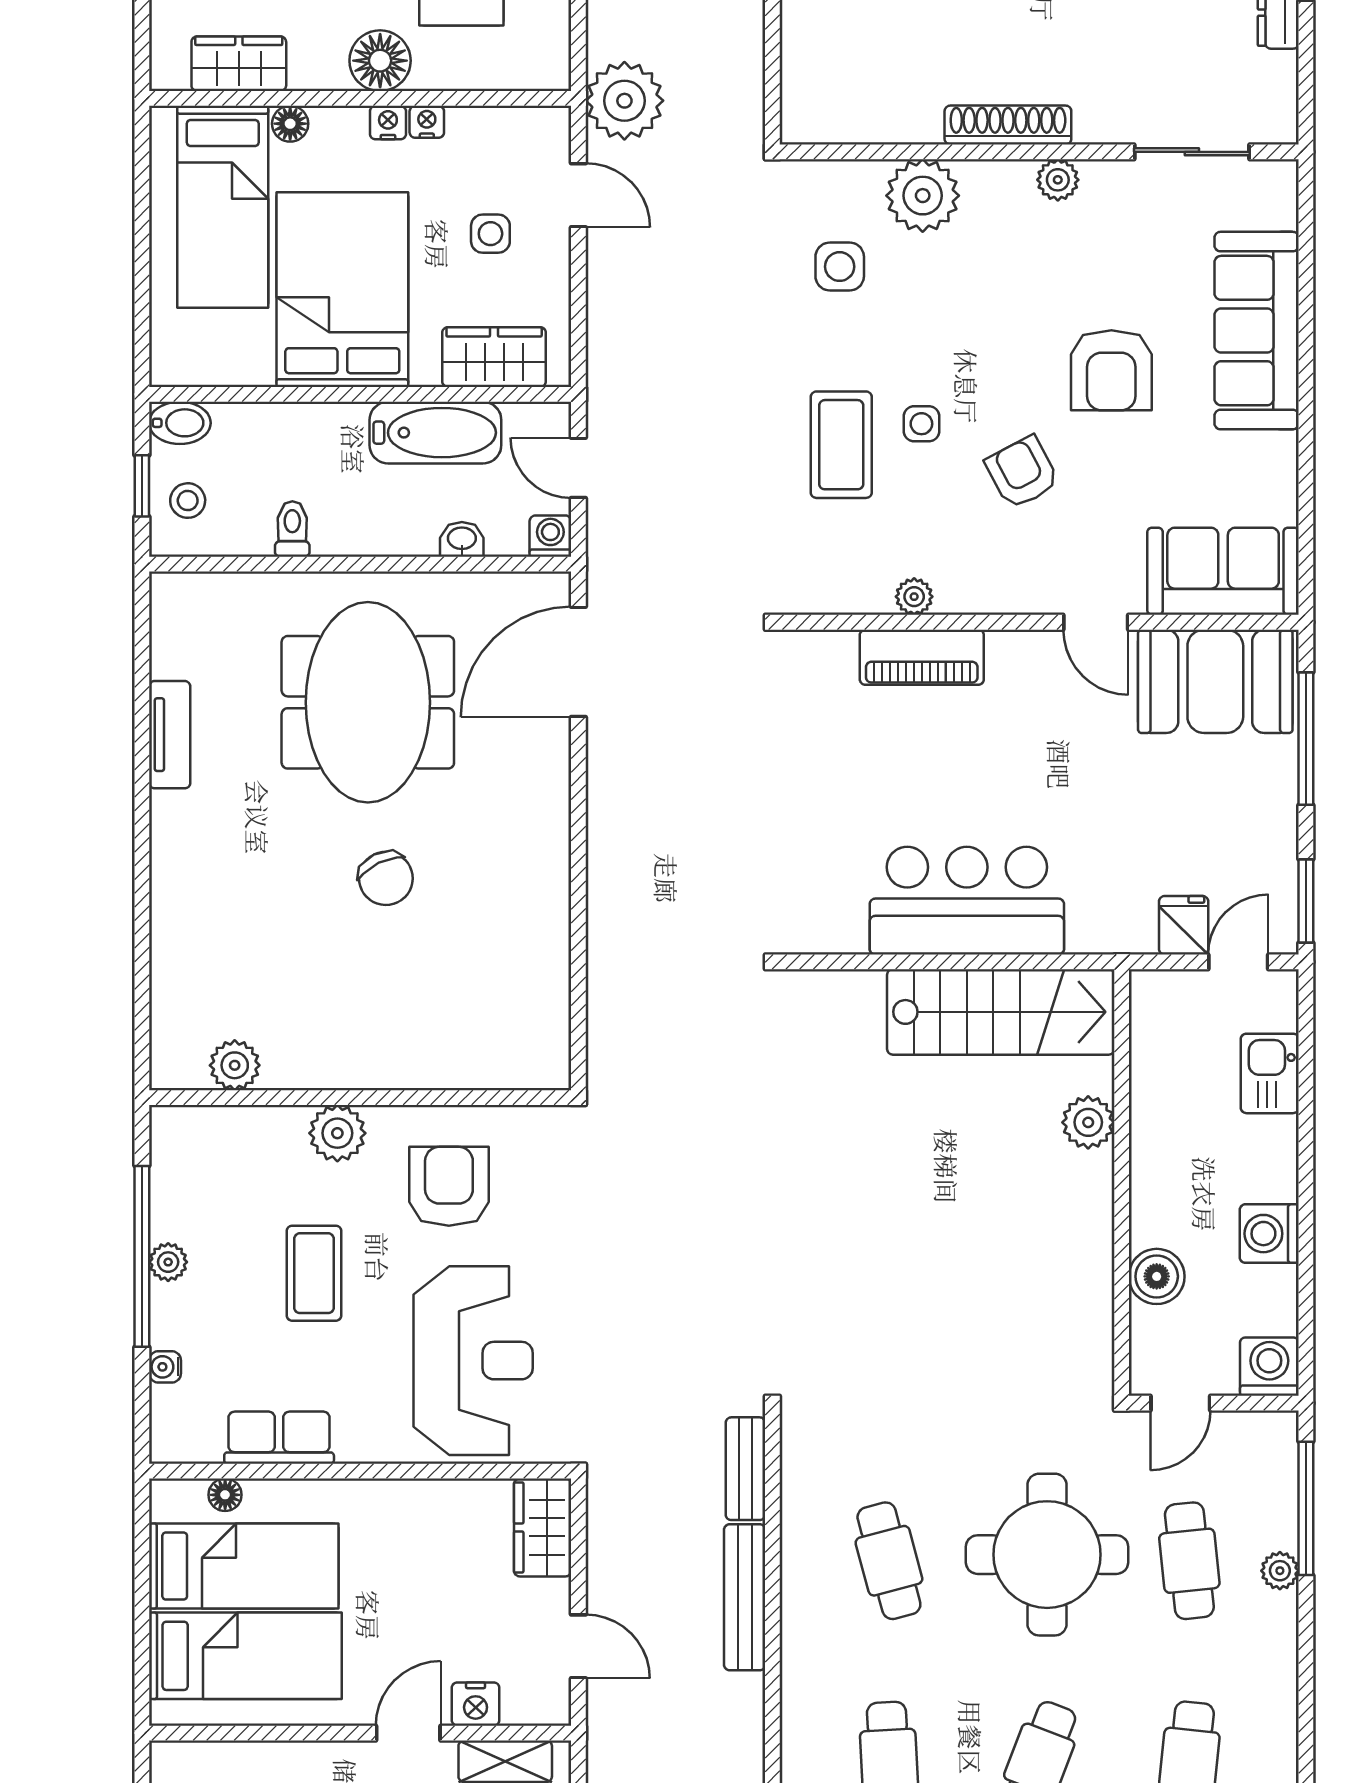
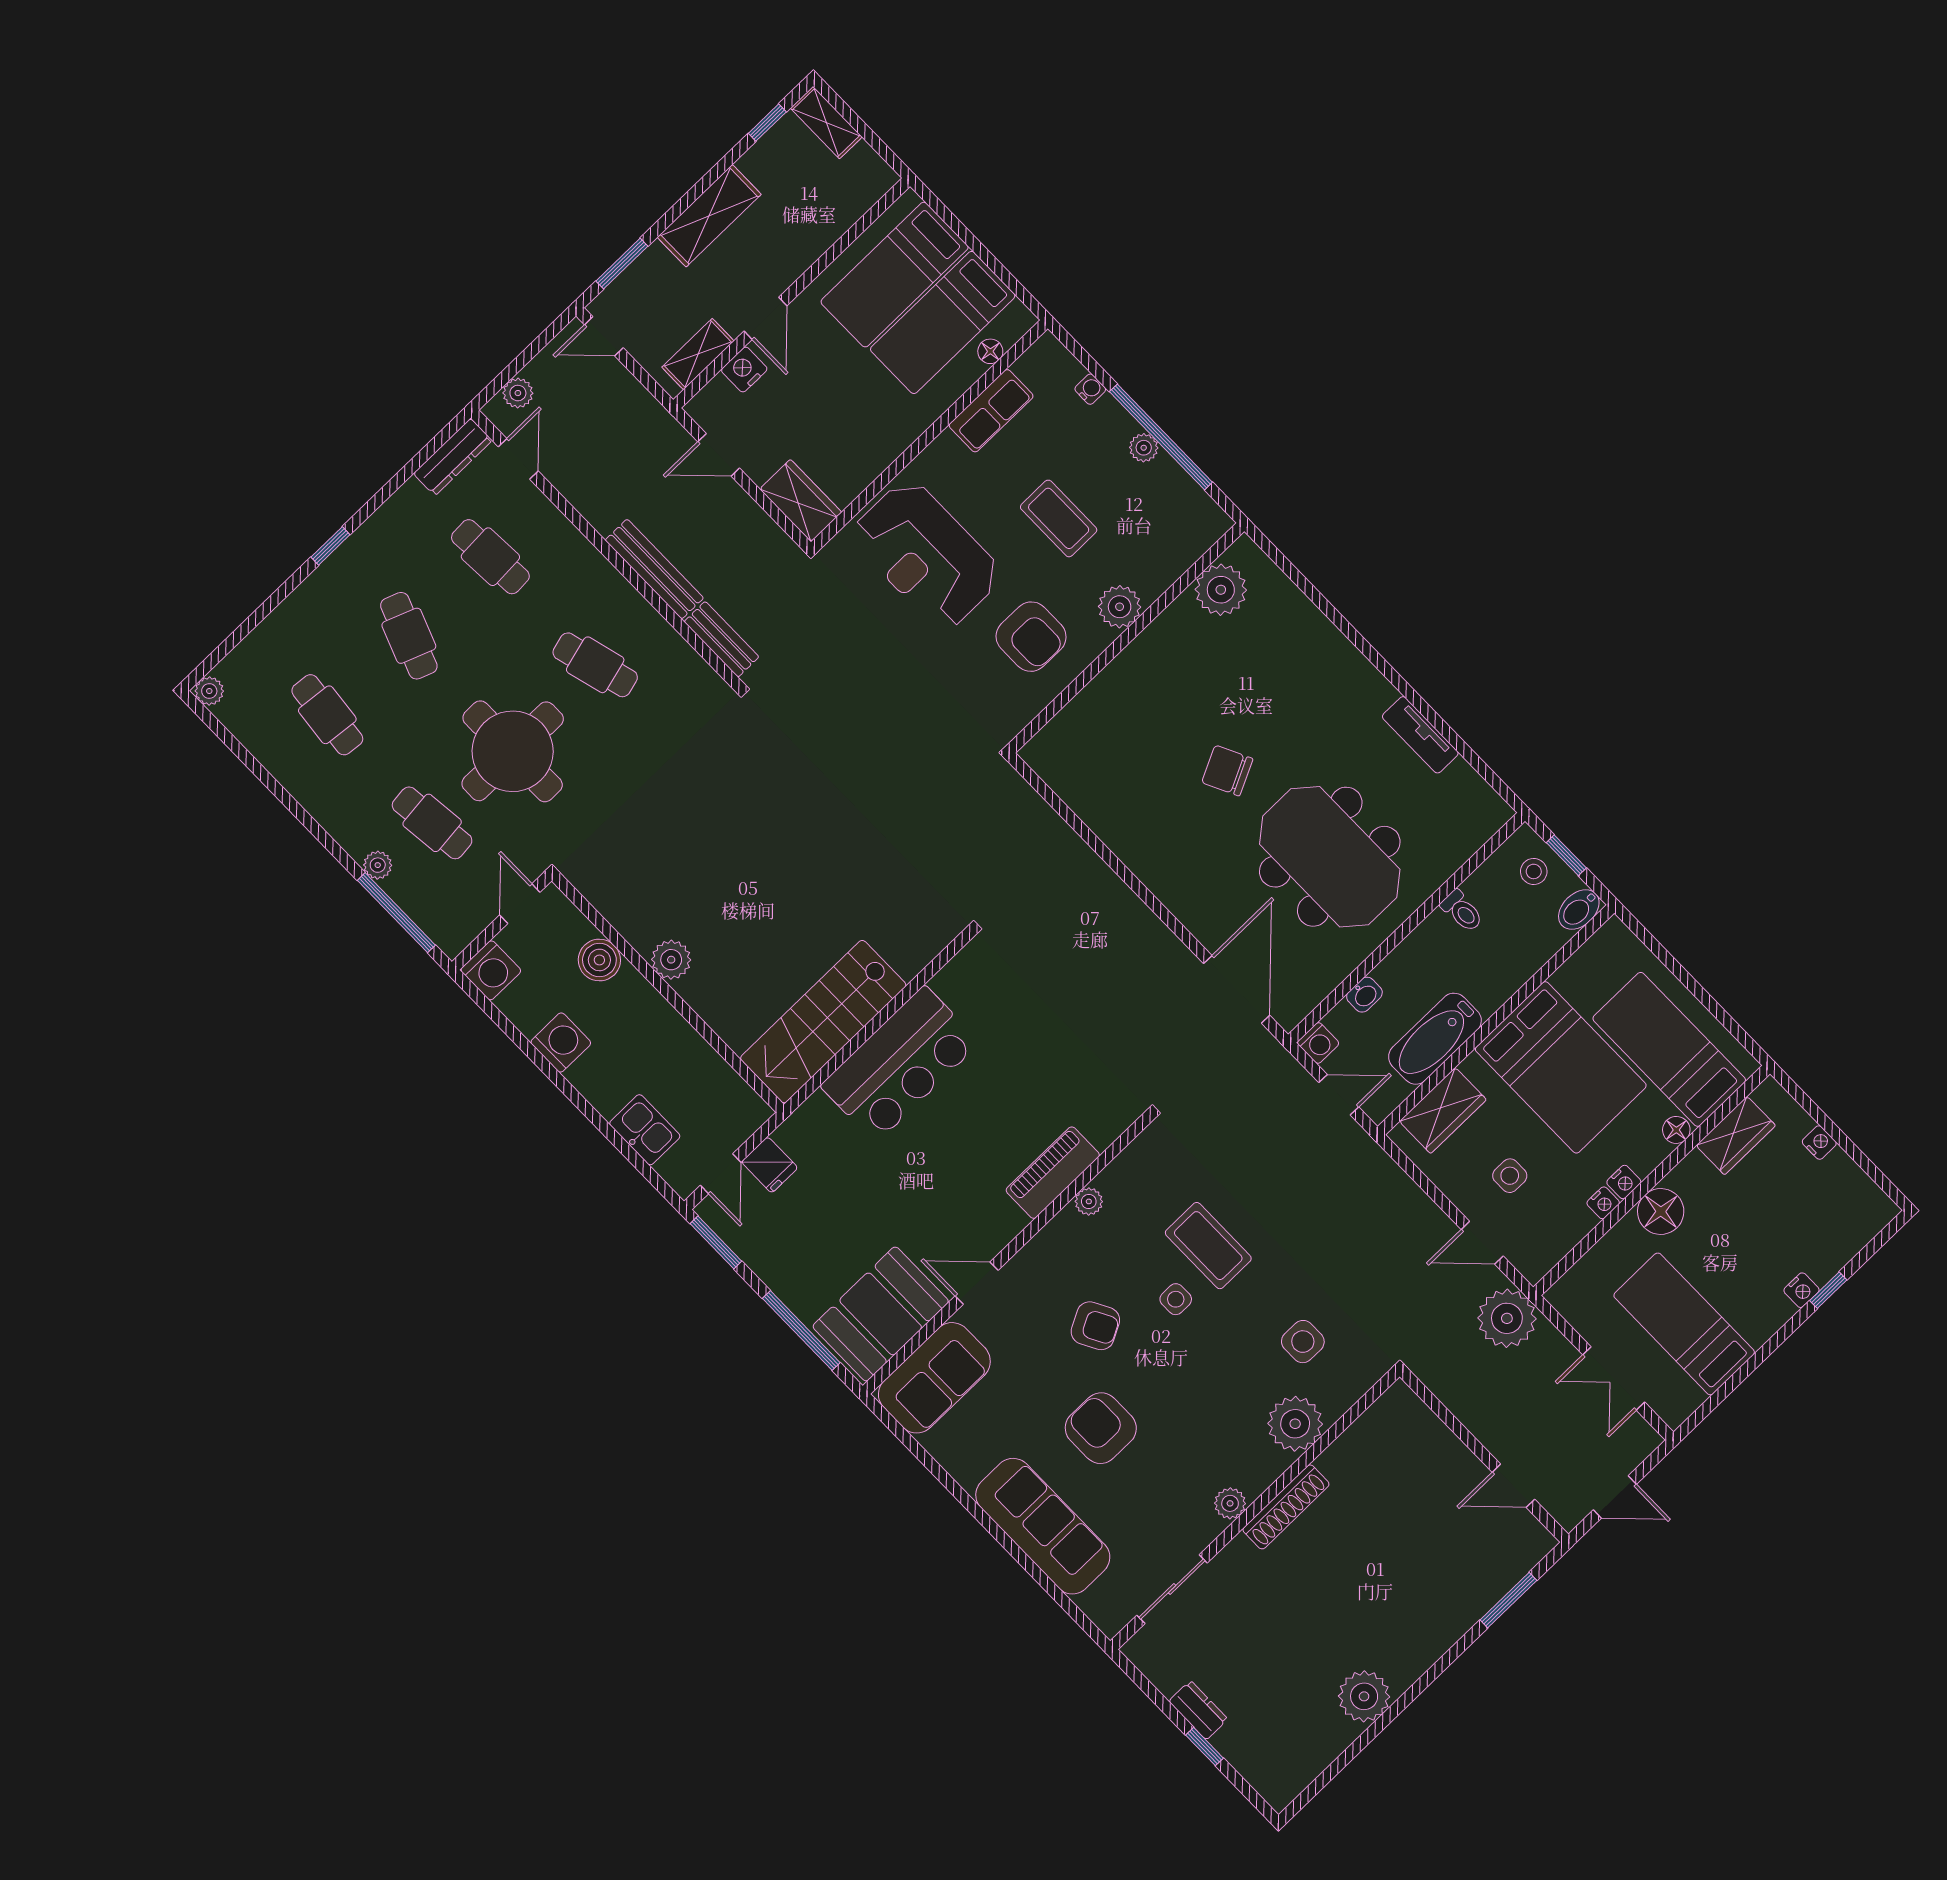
plant: (235, 1065) -> (1221, 590), width x1.36, depth x1.36
plant: (1088, 1122) -> (671, 960), moved

